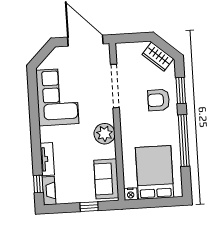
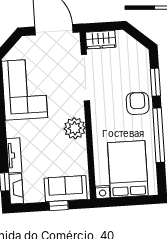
wardrobe: (158, 57) -> (101, 40), moved, turned -41
armchair: (159, 100) -> (138, 103), moved, turned 90
sofa: (106, 179) -> (66, 189), moved, turned 90

